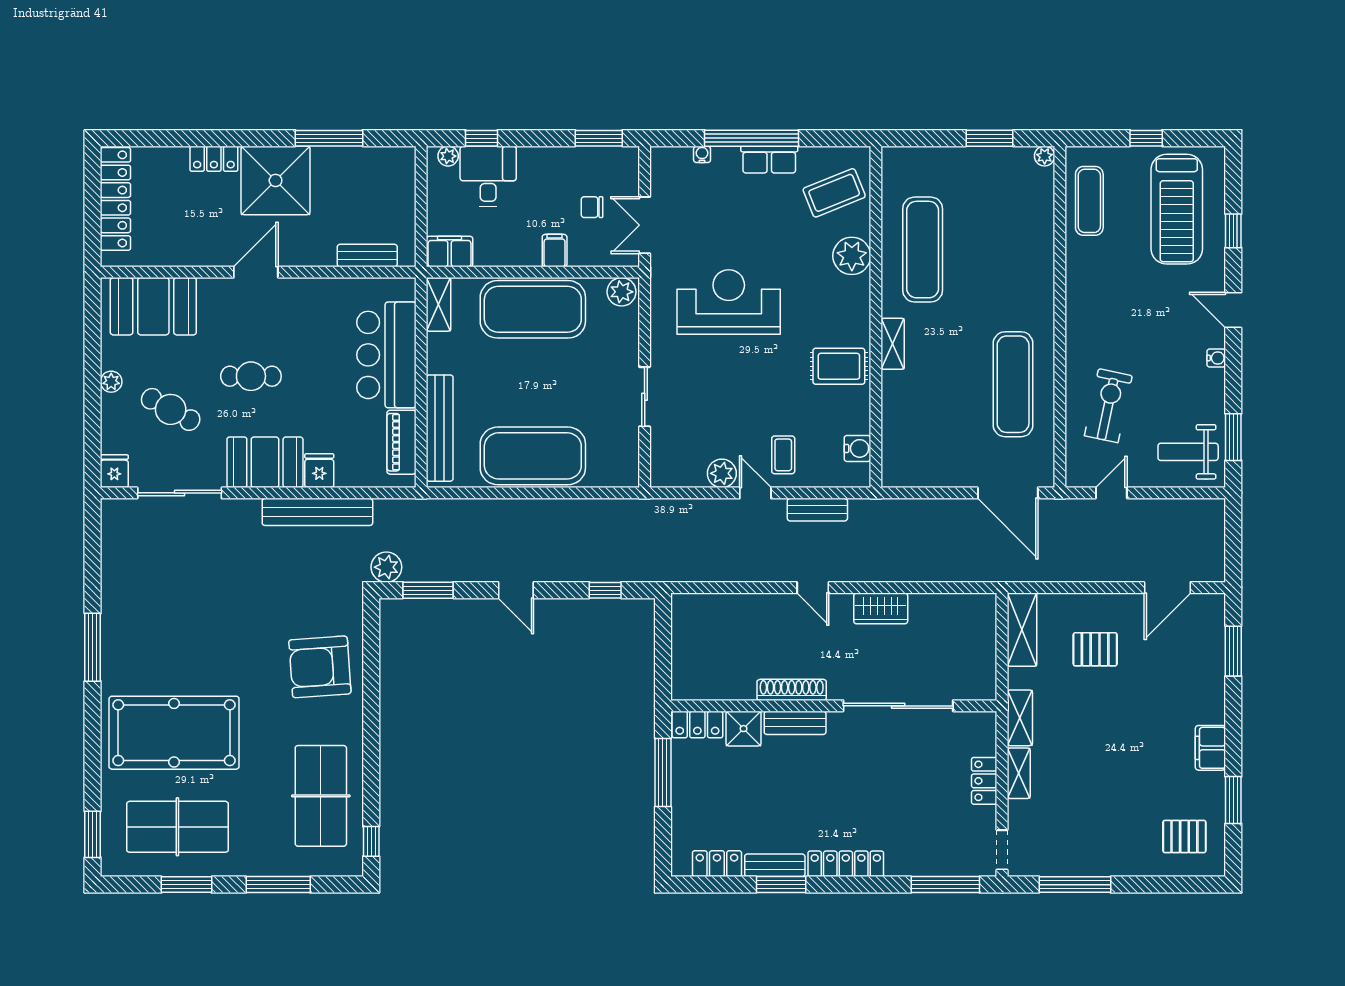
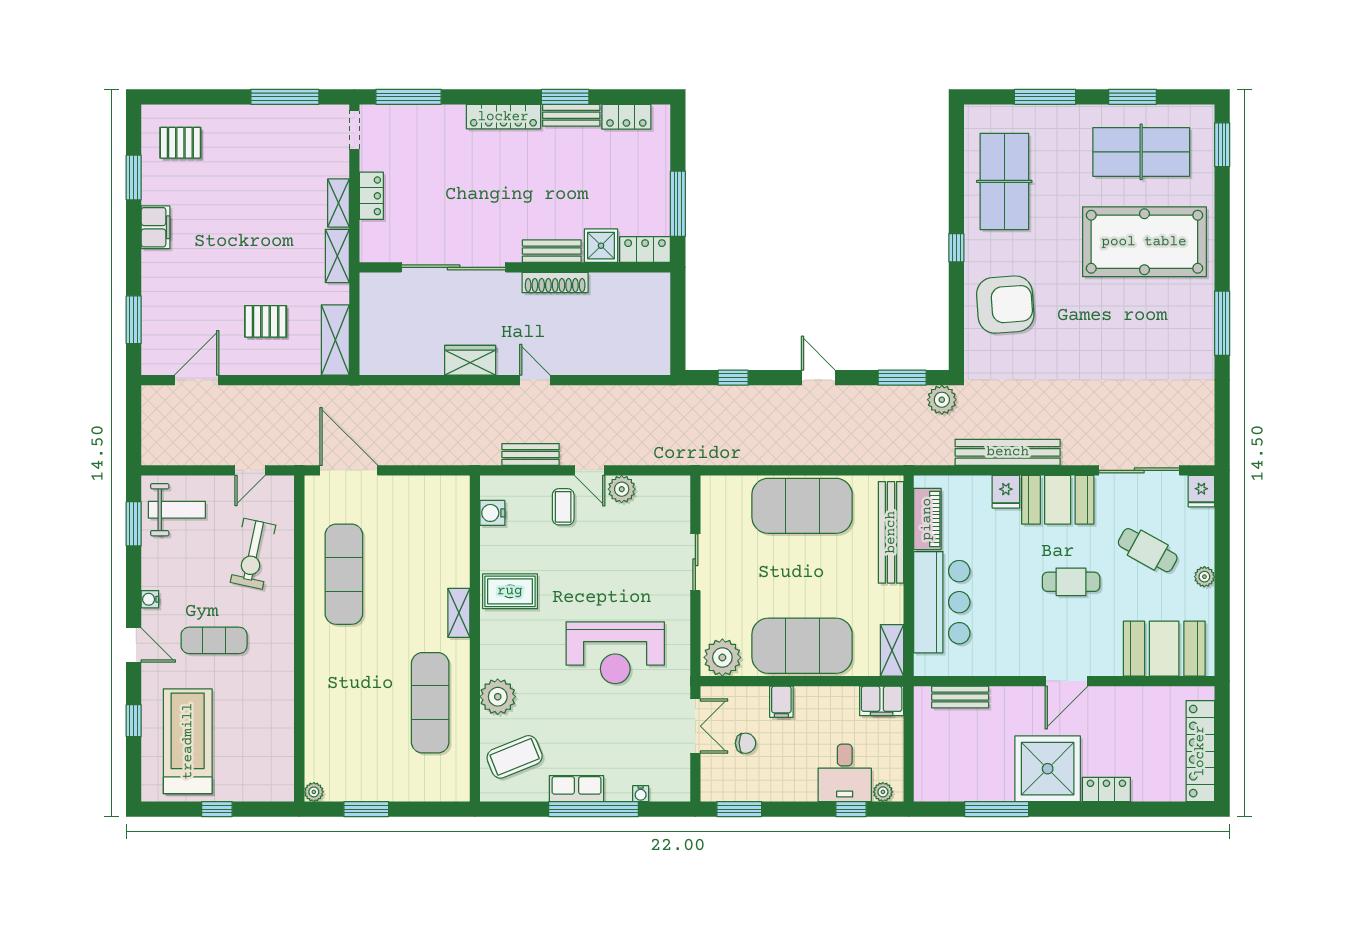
exercise mat: (1089, 201) -> (214, 640), moved, turned 90
plant: (622, 292) -> (722, 657), width x1.36, depth x1.36
window: (371, 841) -> (956, 248), moved

